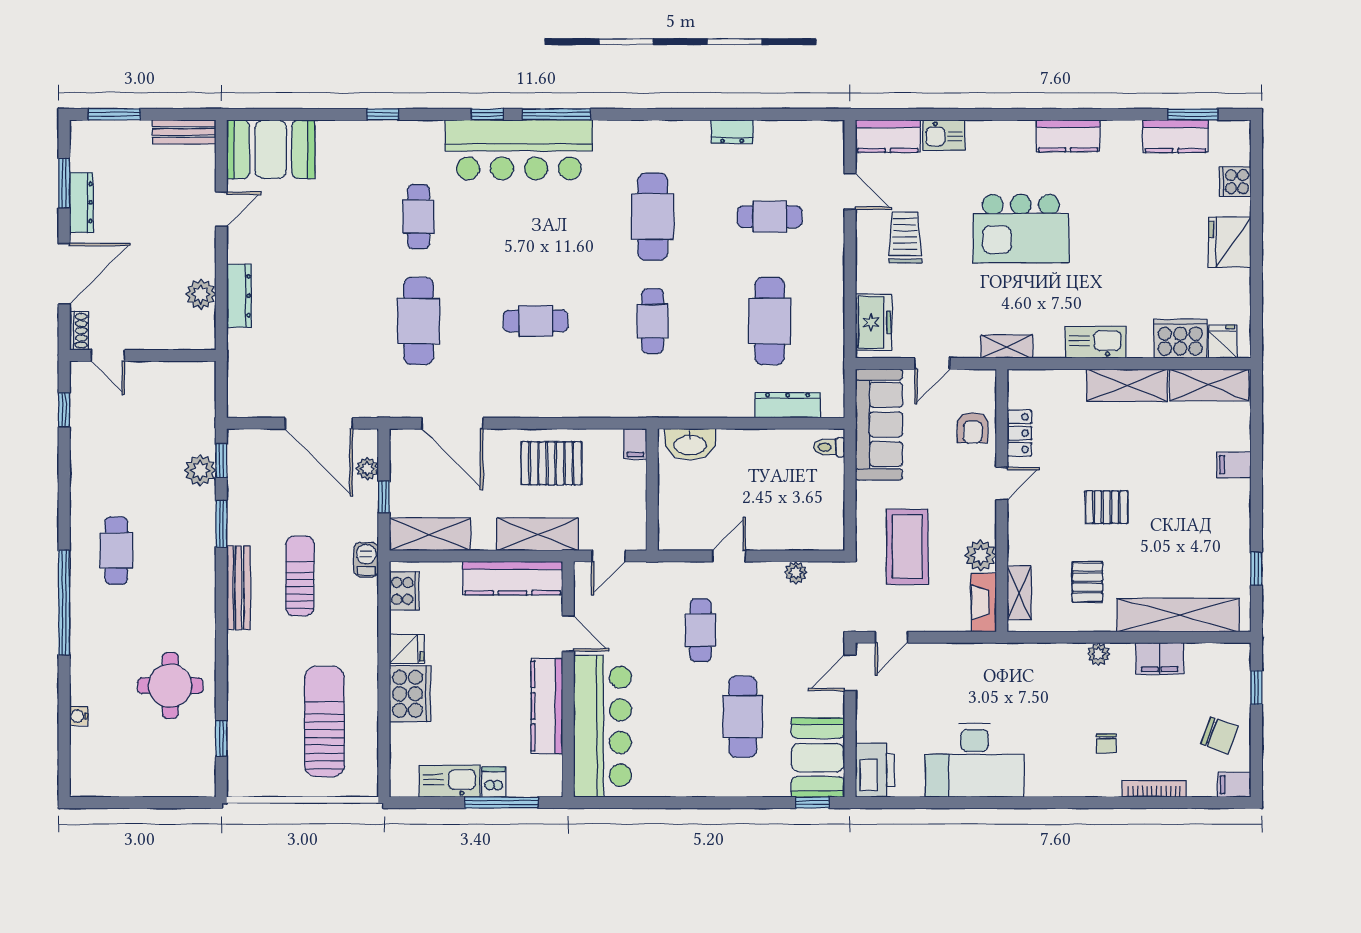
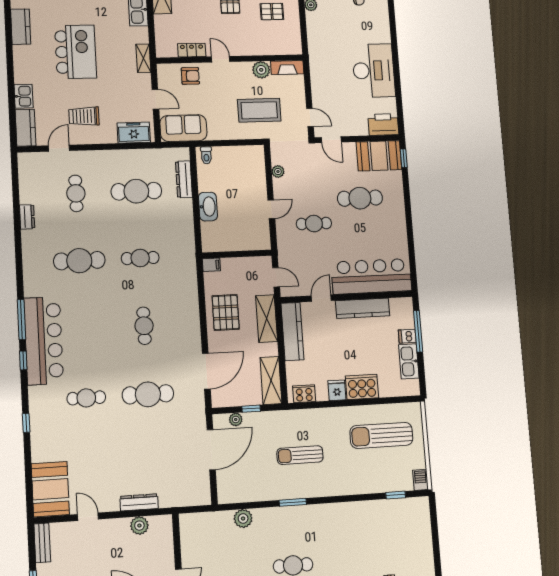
sofa: (879, 424) -> (183, 128), width x0.73
washbasin: (690, 444) -> (208, 207), moved
window: (221, 461) -> (237, 506), removed
window: (221, 524) -> (293, 502), moved
door: (729, 556) -> (271, 209), swing flipped
barbecue: (366, 560) -> (420, 480), moved, turned 90
bench: (238, 588) -> (309, 491), removed
shelving: (1019, 593) -> (281, 48), removed
round table: (170, 686) -> (368, 527), removed

